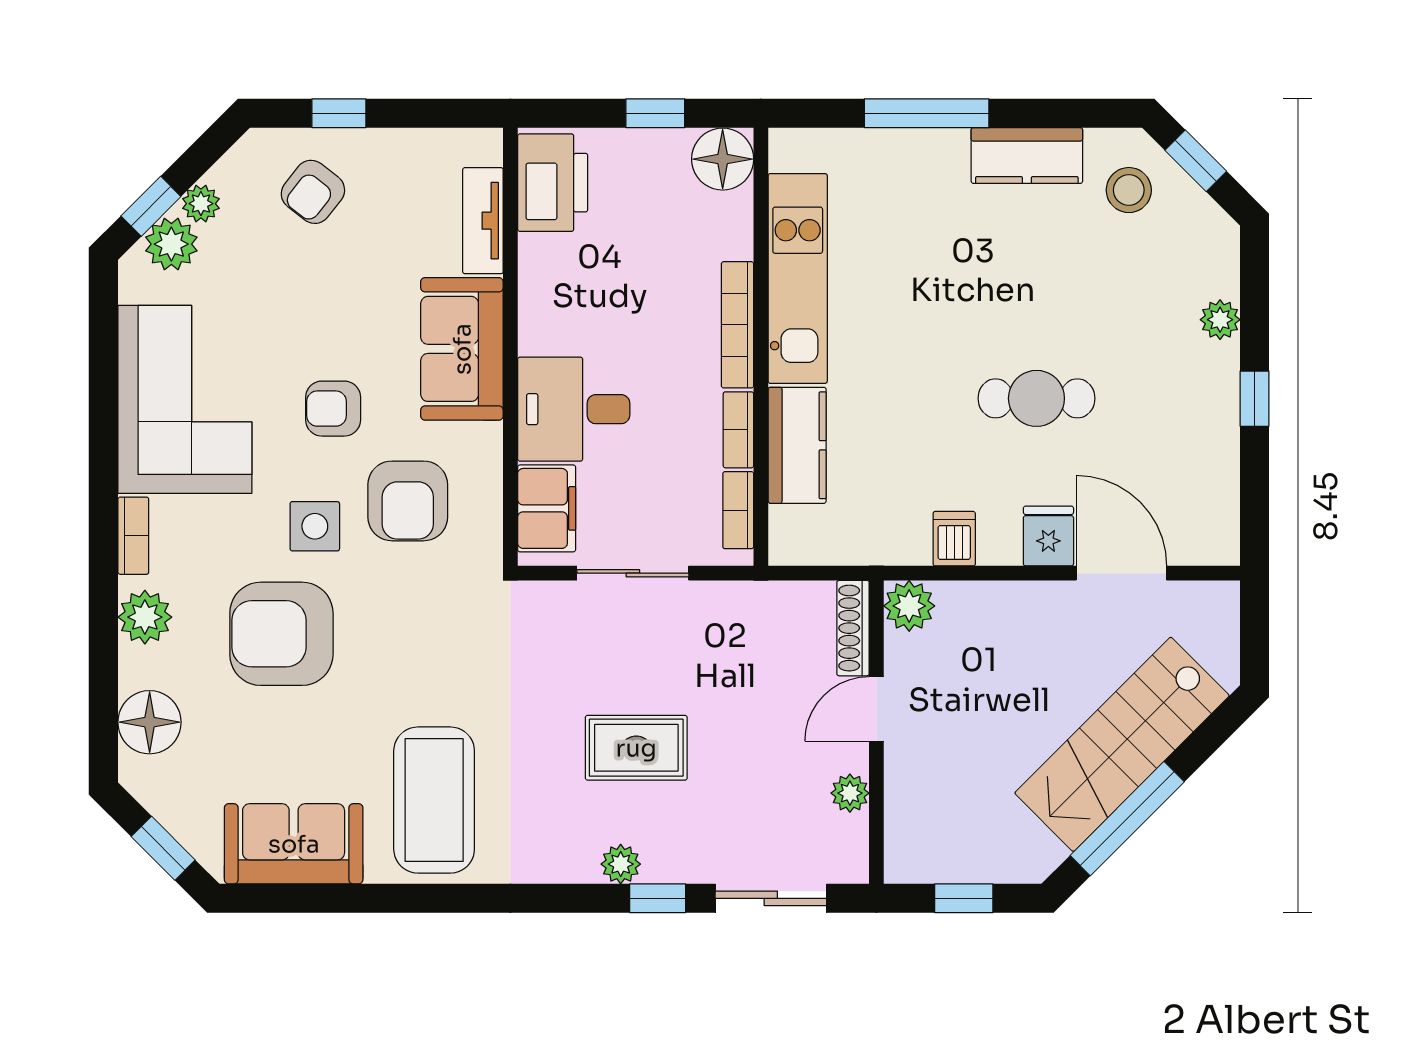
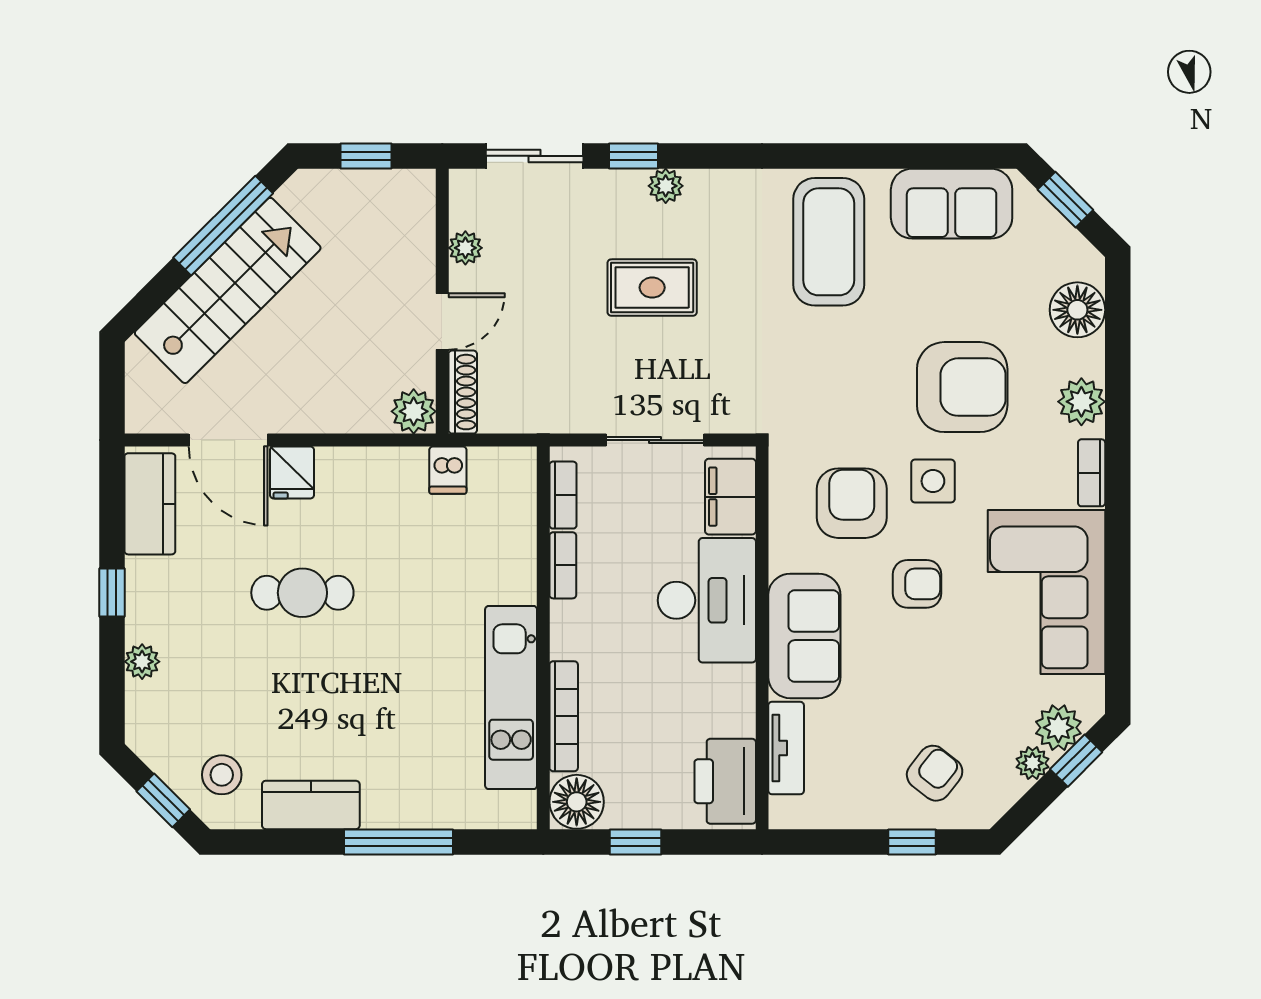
bookcase: (737, 325) -> (564, 716), moved
desk: (574, 409) -> (707, 600), width x1.37
kitchen counter: (797, 445) -> (150, 504), moved, turned 180
dishwasher: (954, 539) -> (448, 470), moved

